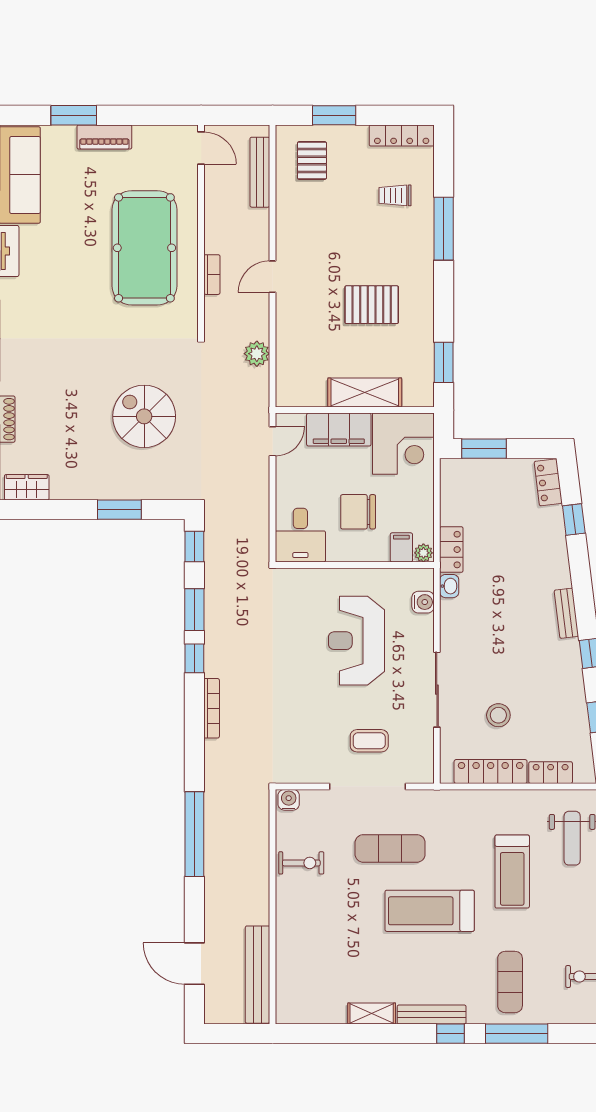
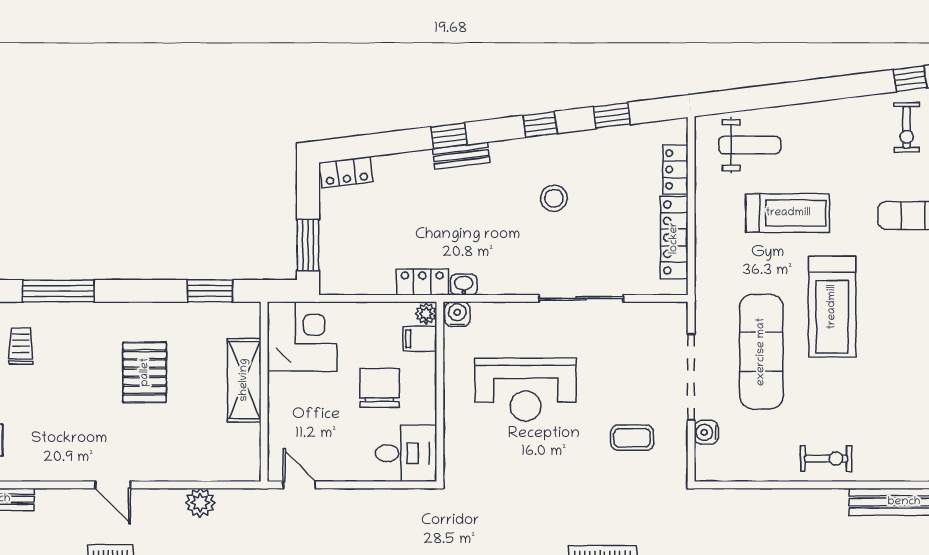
trolley: (395, 195) -> (21, 346), turned 180
filing cabinet: (339, 430) -> (286, 410), removed
chair: (358, 512) -> (380, 388), turned 180
window: (574, 520) -> (449, 136), moved
water cooler: (423, 602) -> (457, 314), moved
bench: (566, 613) -> (461, 156), moved
stool: (498, 715) -> (554, 198), moved
coffee table: (369, 741) -> (632, 438), moved, turned 90
water cooler: (289, 800) -> (706, 432), moved
exercise mat: (390, 848) -> (761, 352), width x1.36, depth x1.45
exercise bike: (301, 863) -> (826, 459), moved, turned 90

